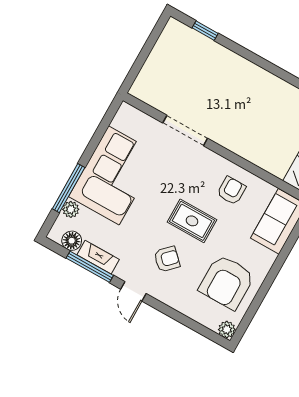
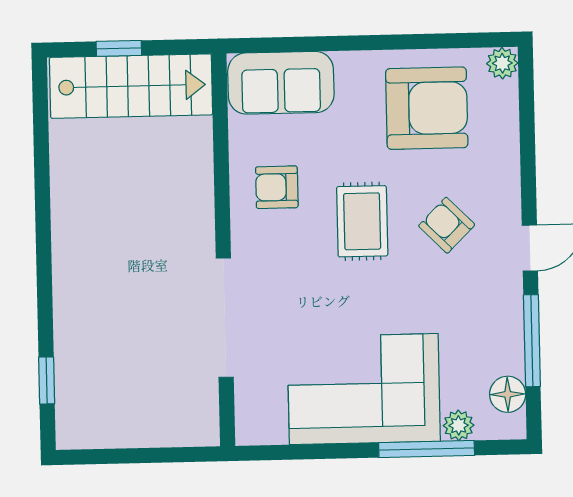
doorway: (185, 131) -> (225, 318), width x1.36
fireplace: (98, 257) -> (509, 337), removed

